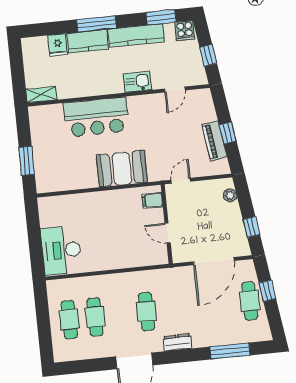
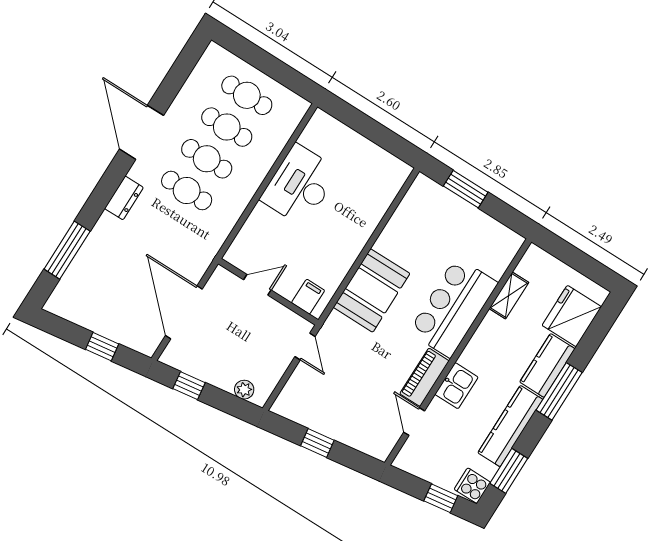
fridge: (58, 45) -> (572, 316), width x1.88, depth x1.34
window: (208, 55) -> (441, 498), moved
shelving: (41, 95) -> (509, 295), moved
piano: (214, 141) -> (424, 377), moved, turned -82
desk: (61, 250) -> (300, 185), moved, turned -90
cafe table: (250, 301) -> (207, 159), moved

